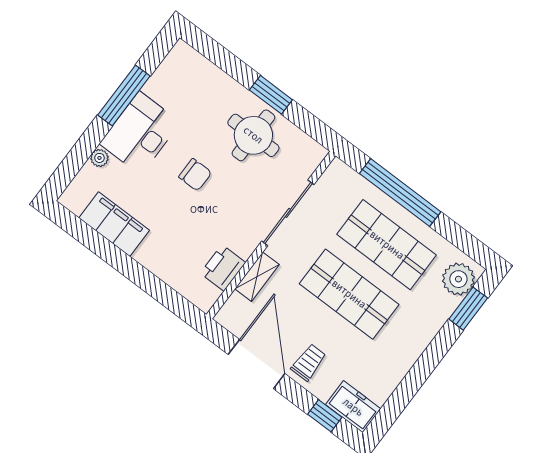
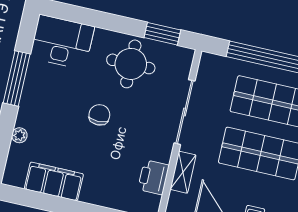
window: (271, 95) -> (162, 34), moved
desk: (140, 133) -> (62, 42), moved, turned 90
chair: (195, 175) -> (99, 115), turned -90

